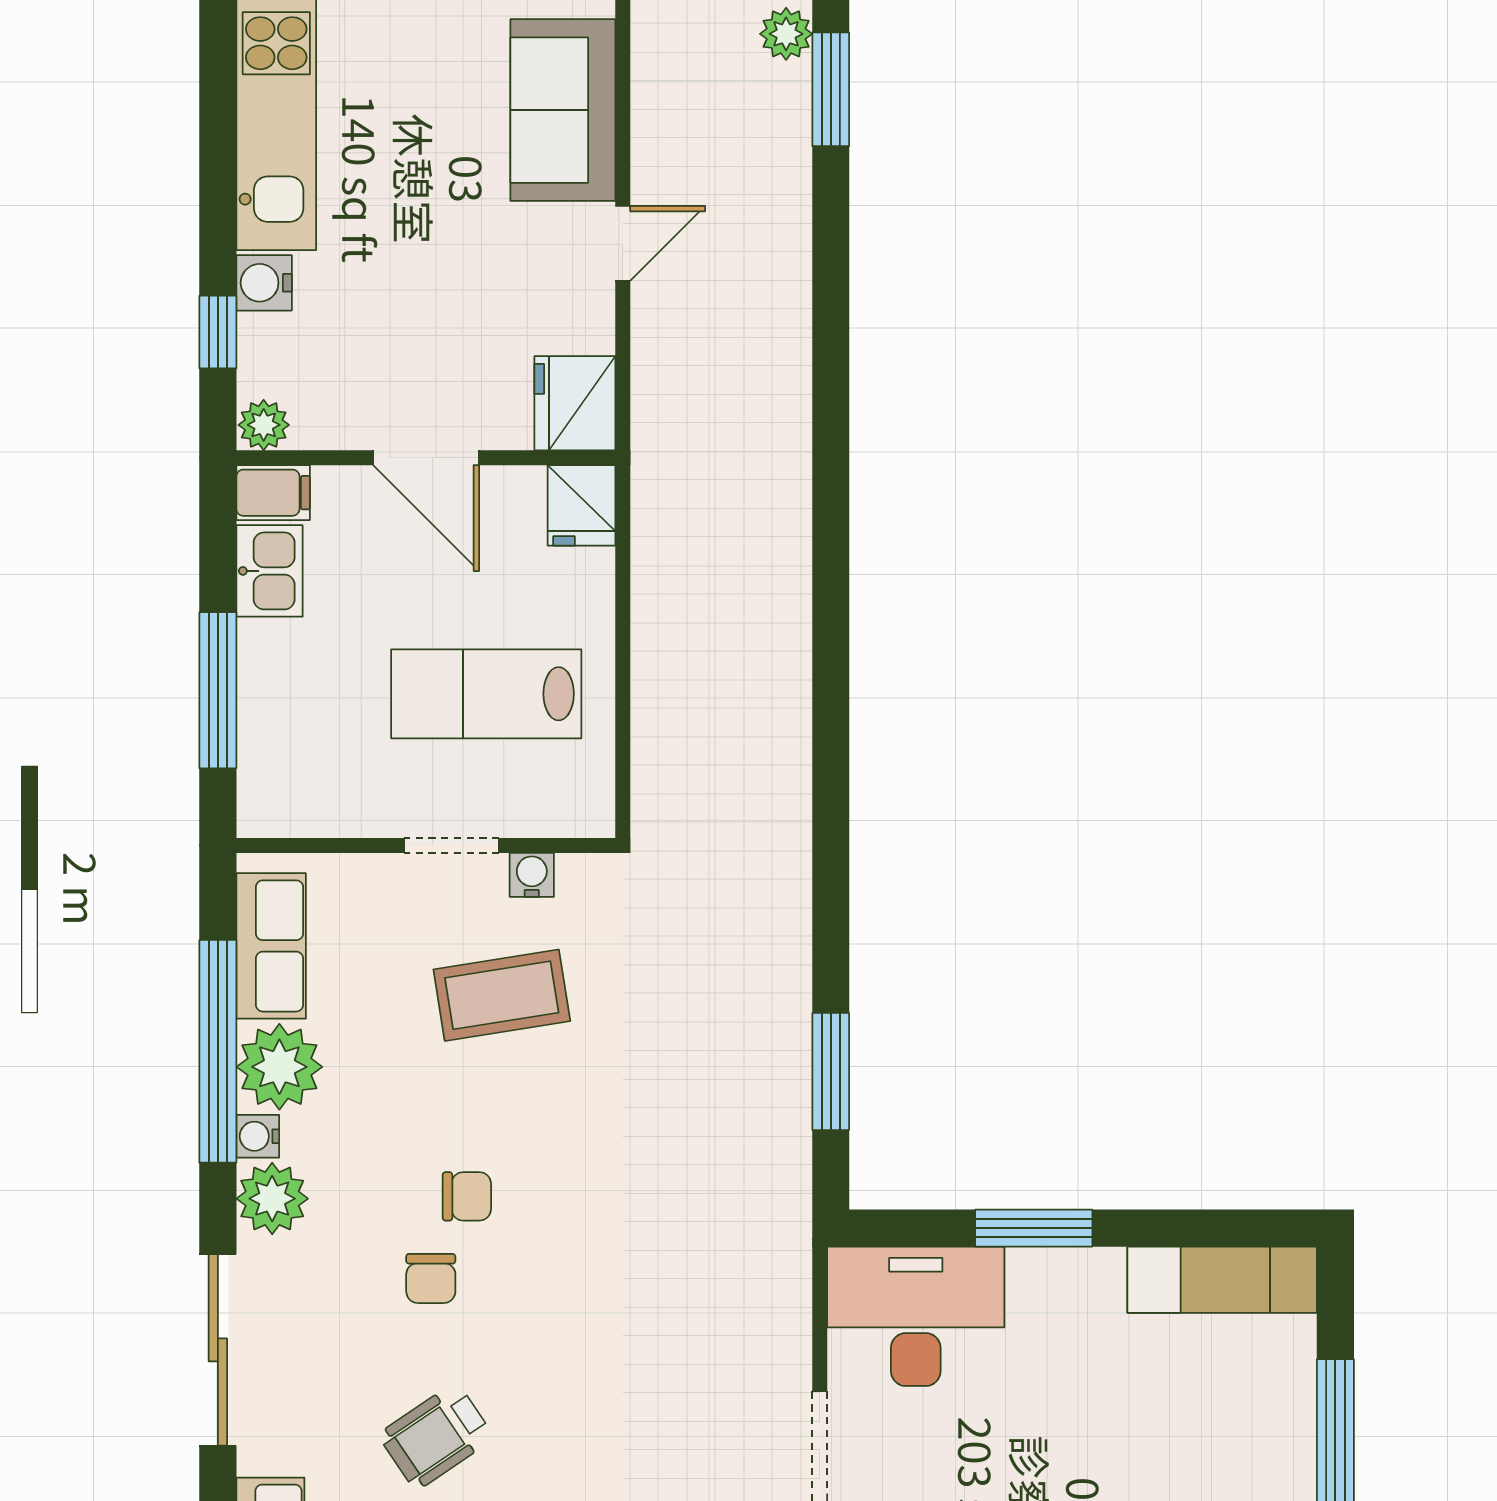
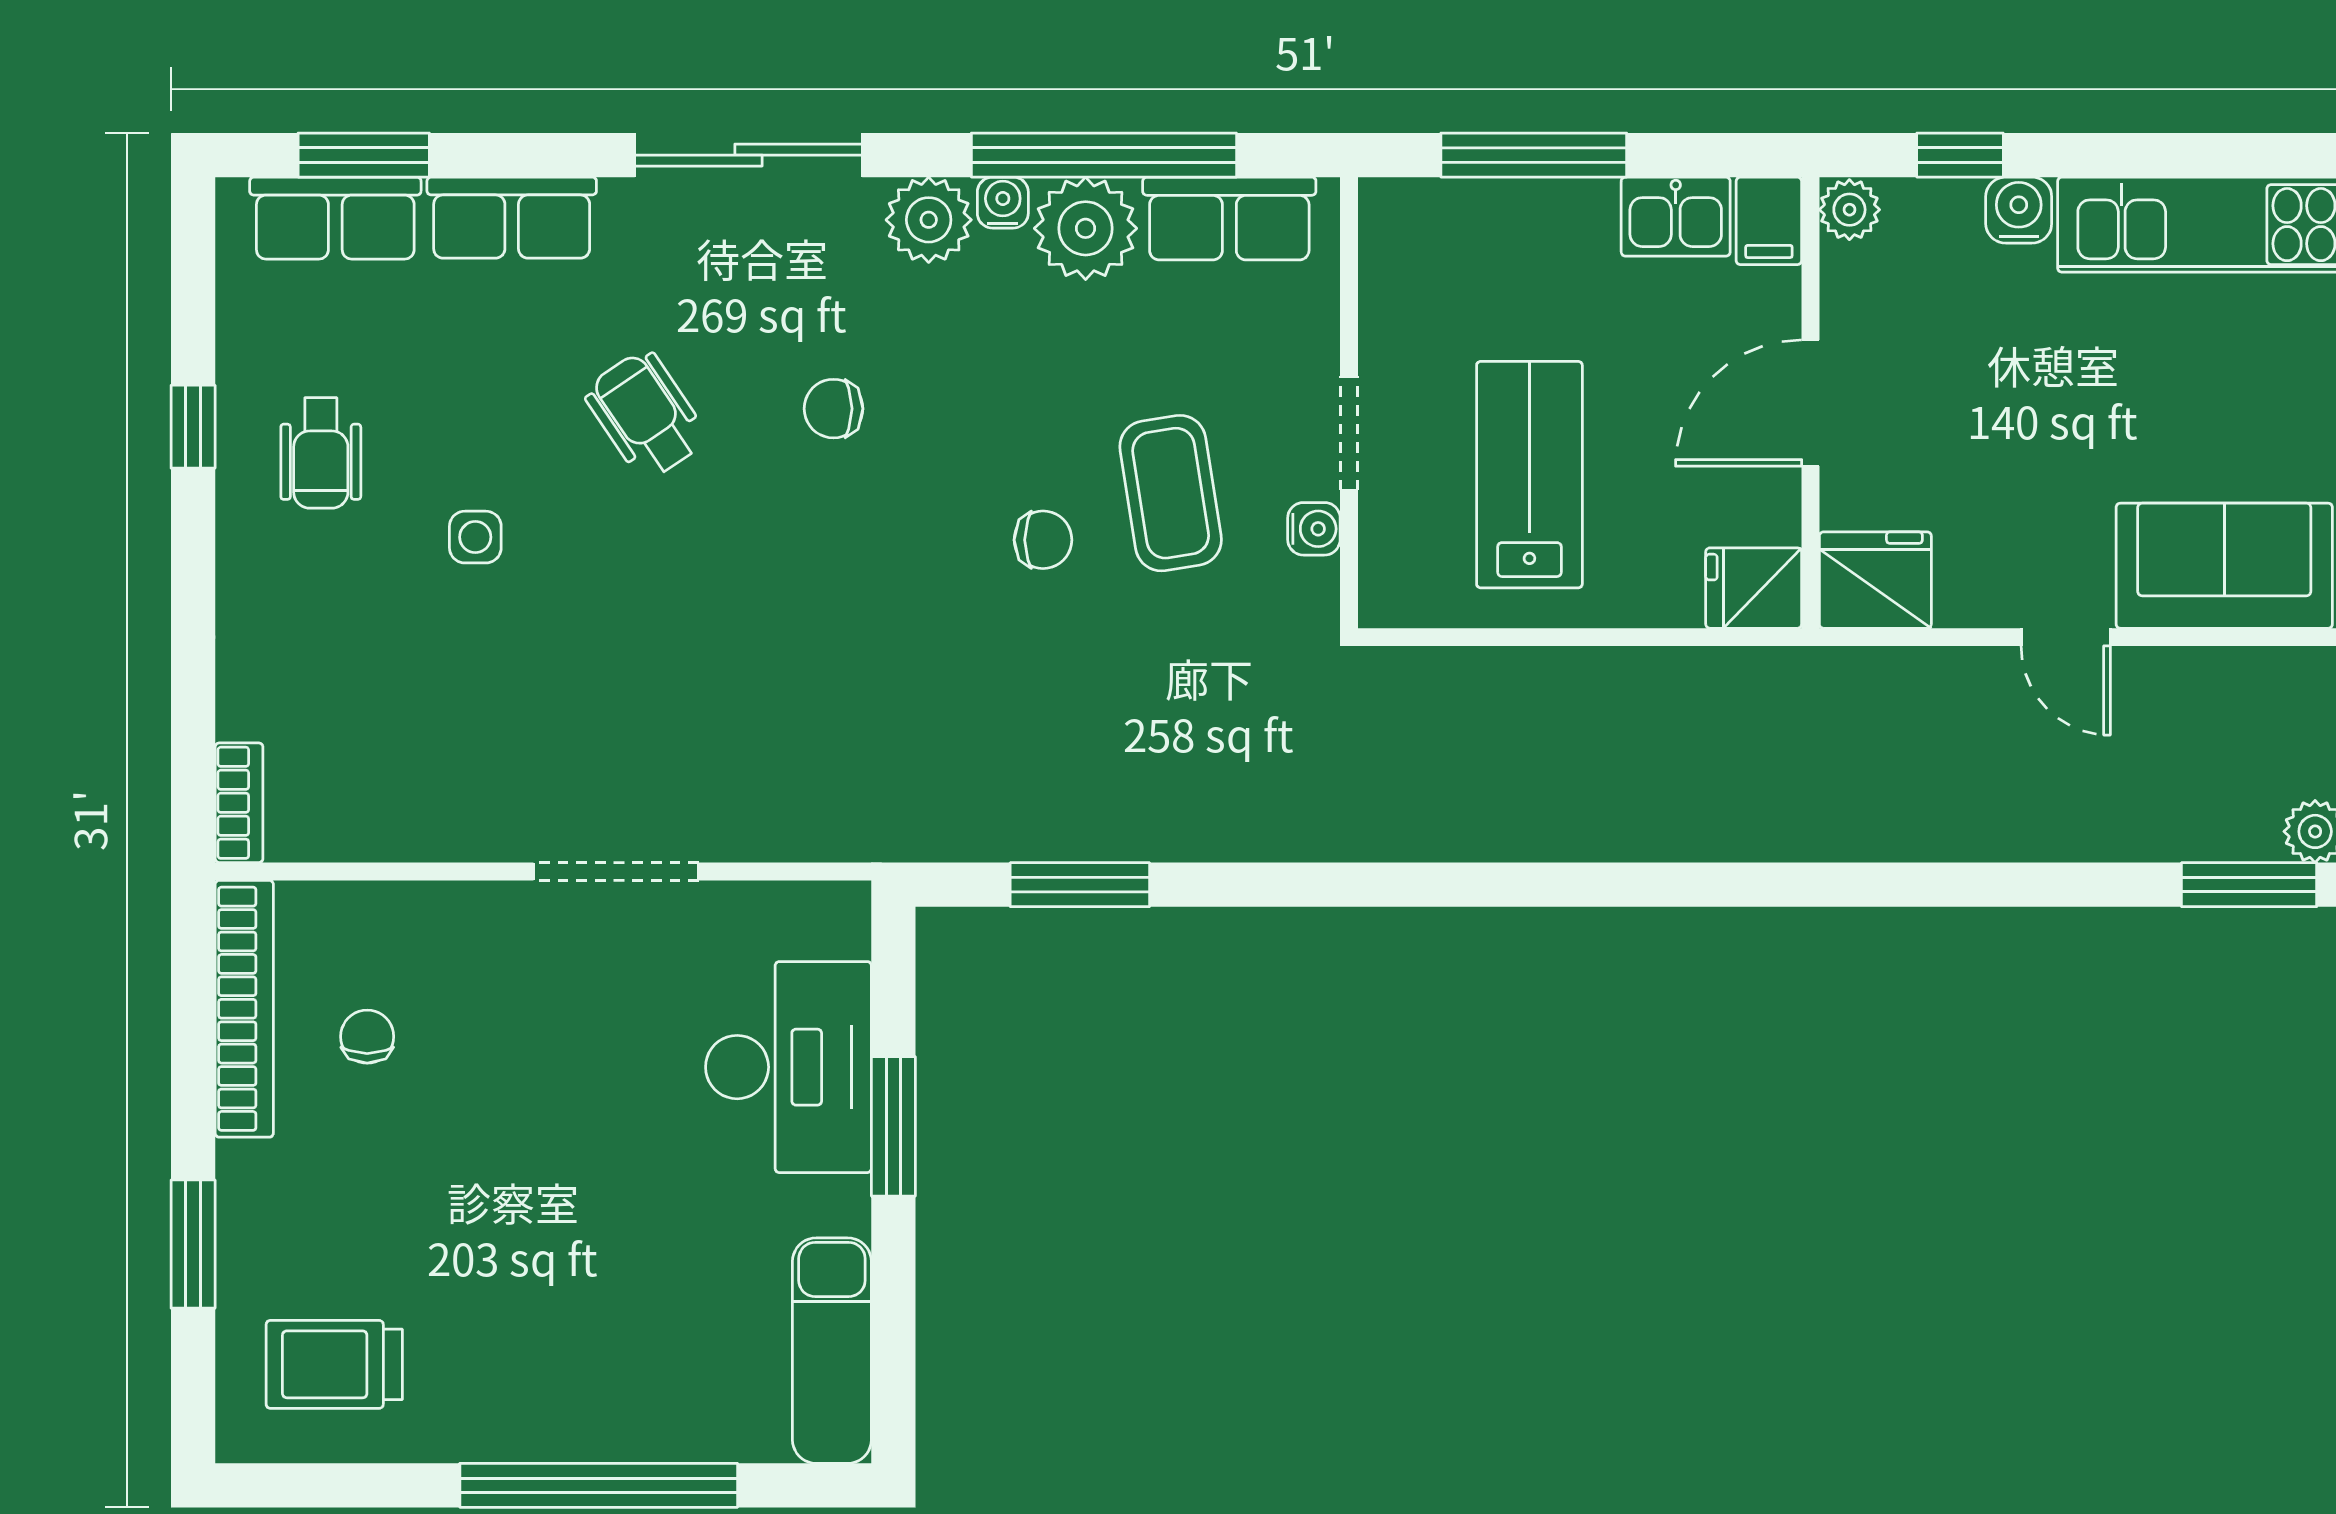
chair: (467, 1196) -> (1043, 540), moved, turned -90
desk: (916, 1316) -> (788, 1067), moved

